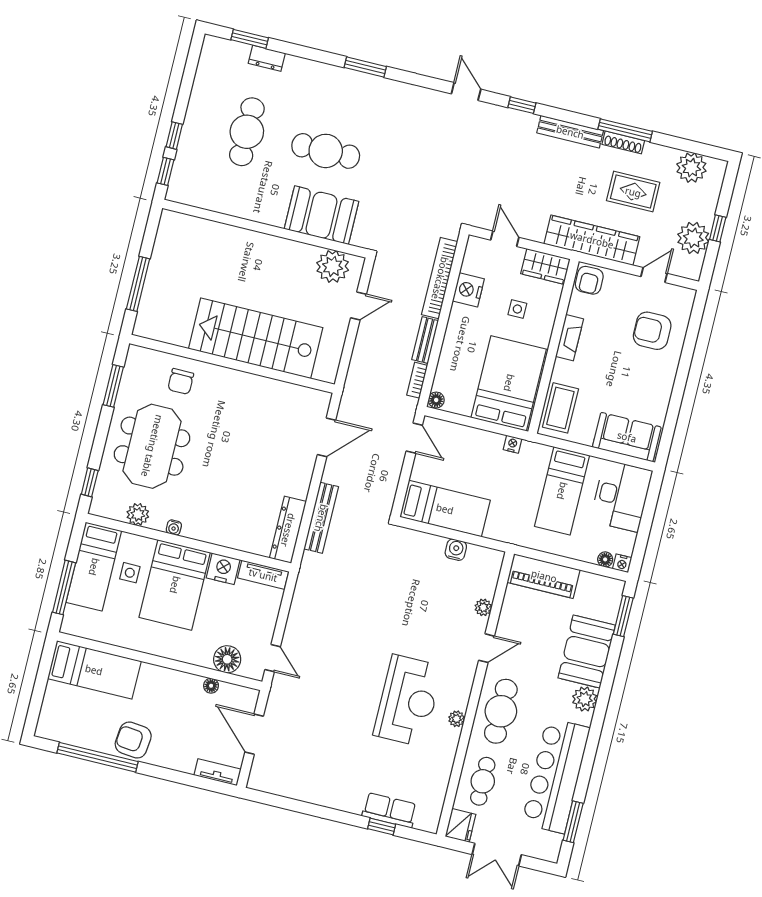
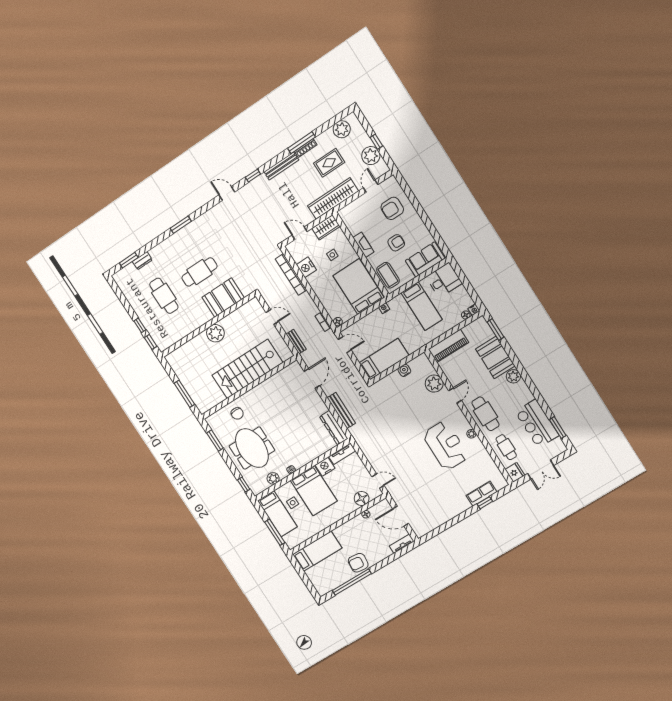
plant: (333, 266) -> (215, 333), moved
armchair: (589, 280) -> (396, 243), moved, turned -90
door: (358, 306) -> (272, 317), hinge flipped
bench: (425, 340) -> (296, 342), moved
desk: (621, 496) -> (444, 280), width x0.73
plant: (483, 607) -> (434, 384), width x1.88, depth x1.88
bar counter: (556, 776) -> (537, 424), width x0.73

